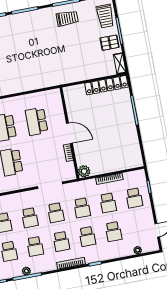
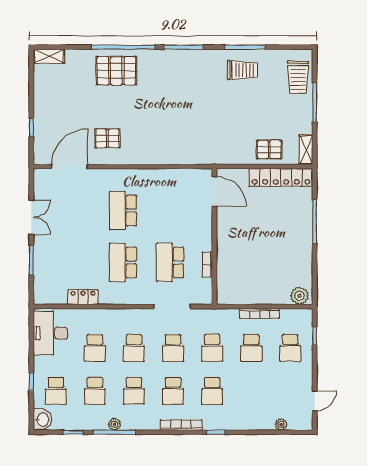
pallet: (110, 43) -> (269, 149), moved
school desk: (37, 121) -> (170, 262), moved
door: (69, 133) -> (214, 191), moved
plant: (84, 171) -> (299, 296), moved
school desk: (113, 232) -> (251, 391), removed

